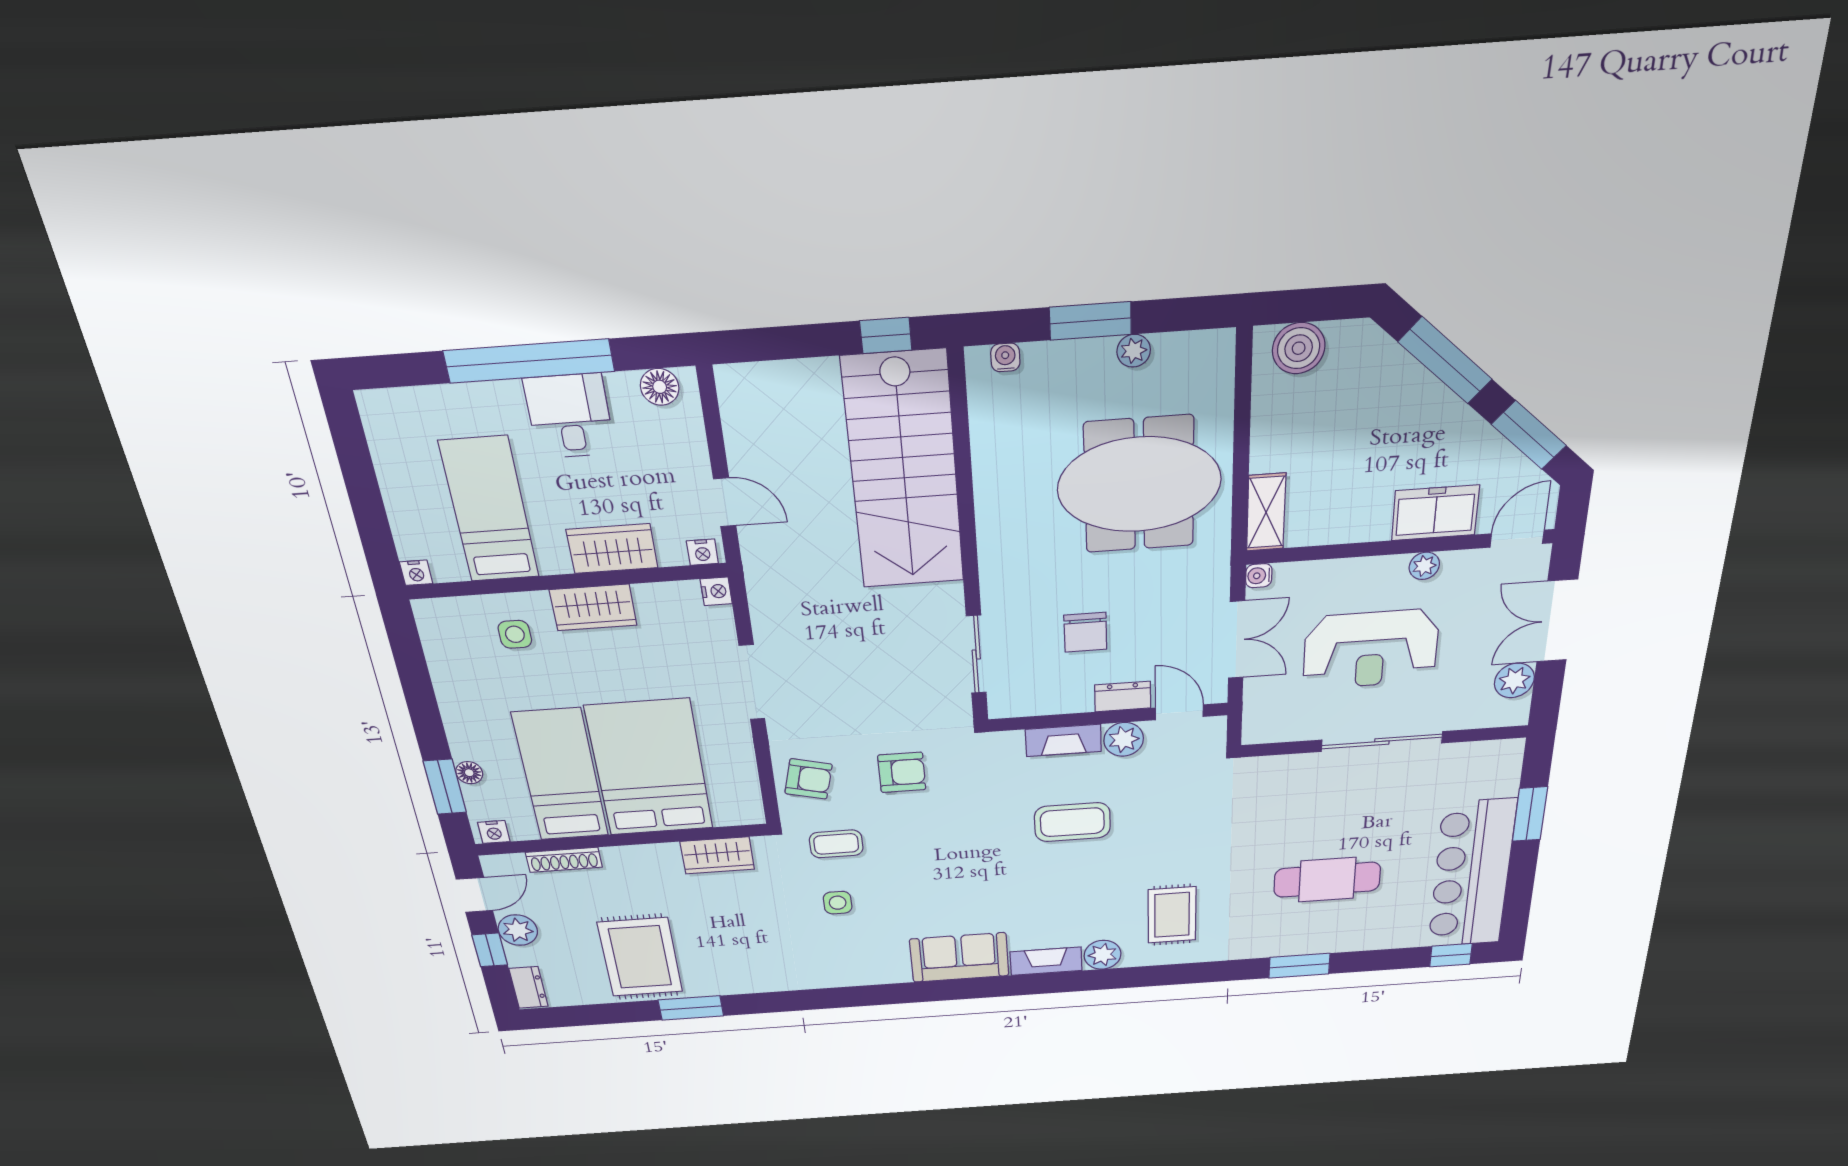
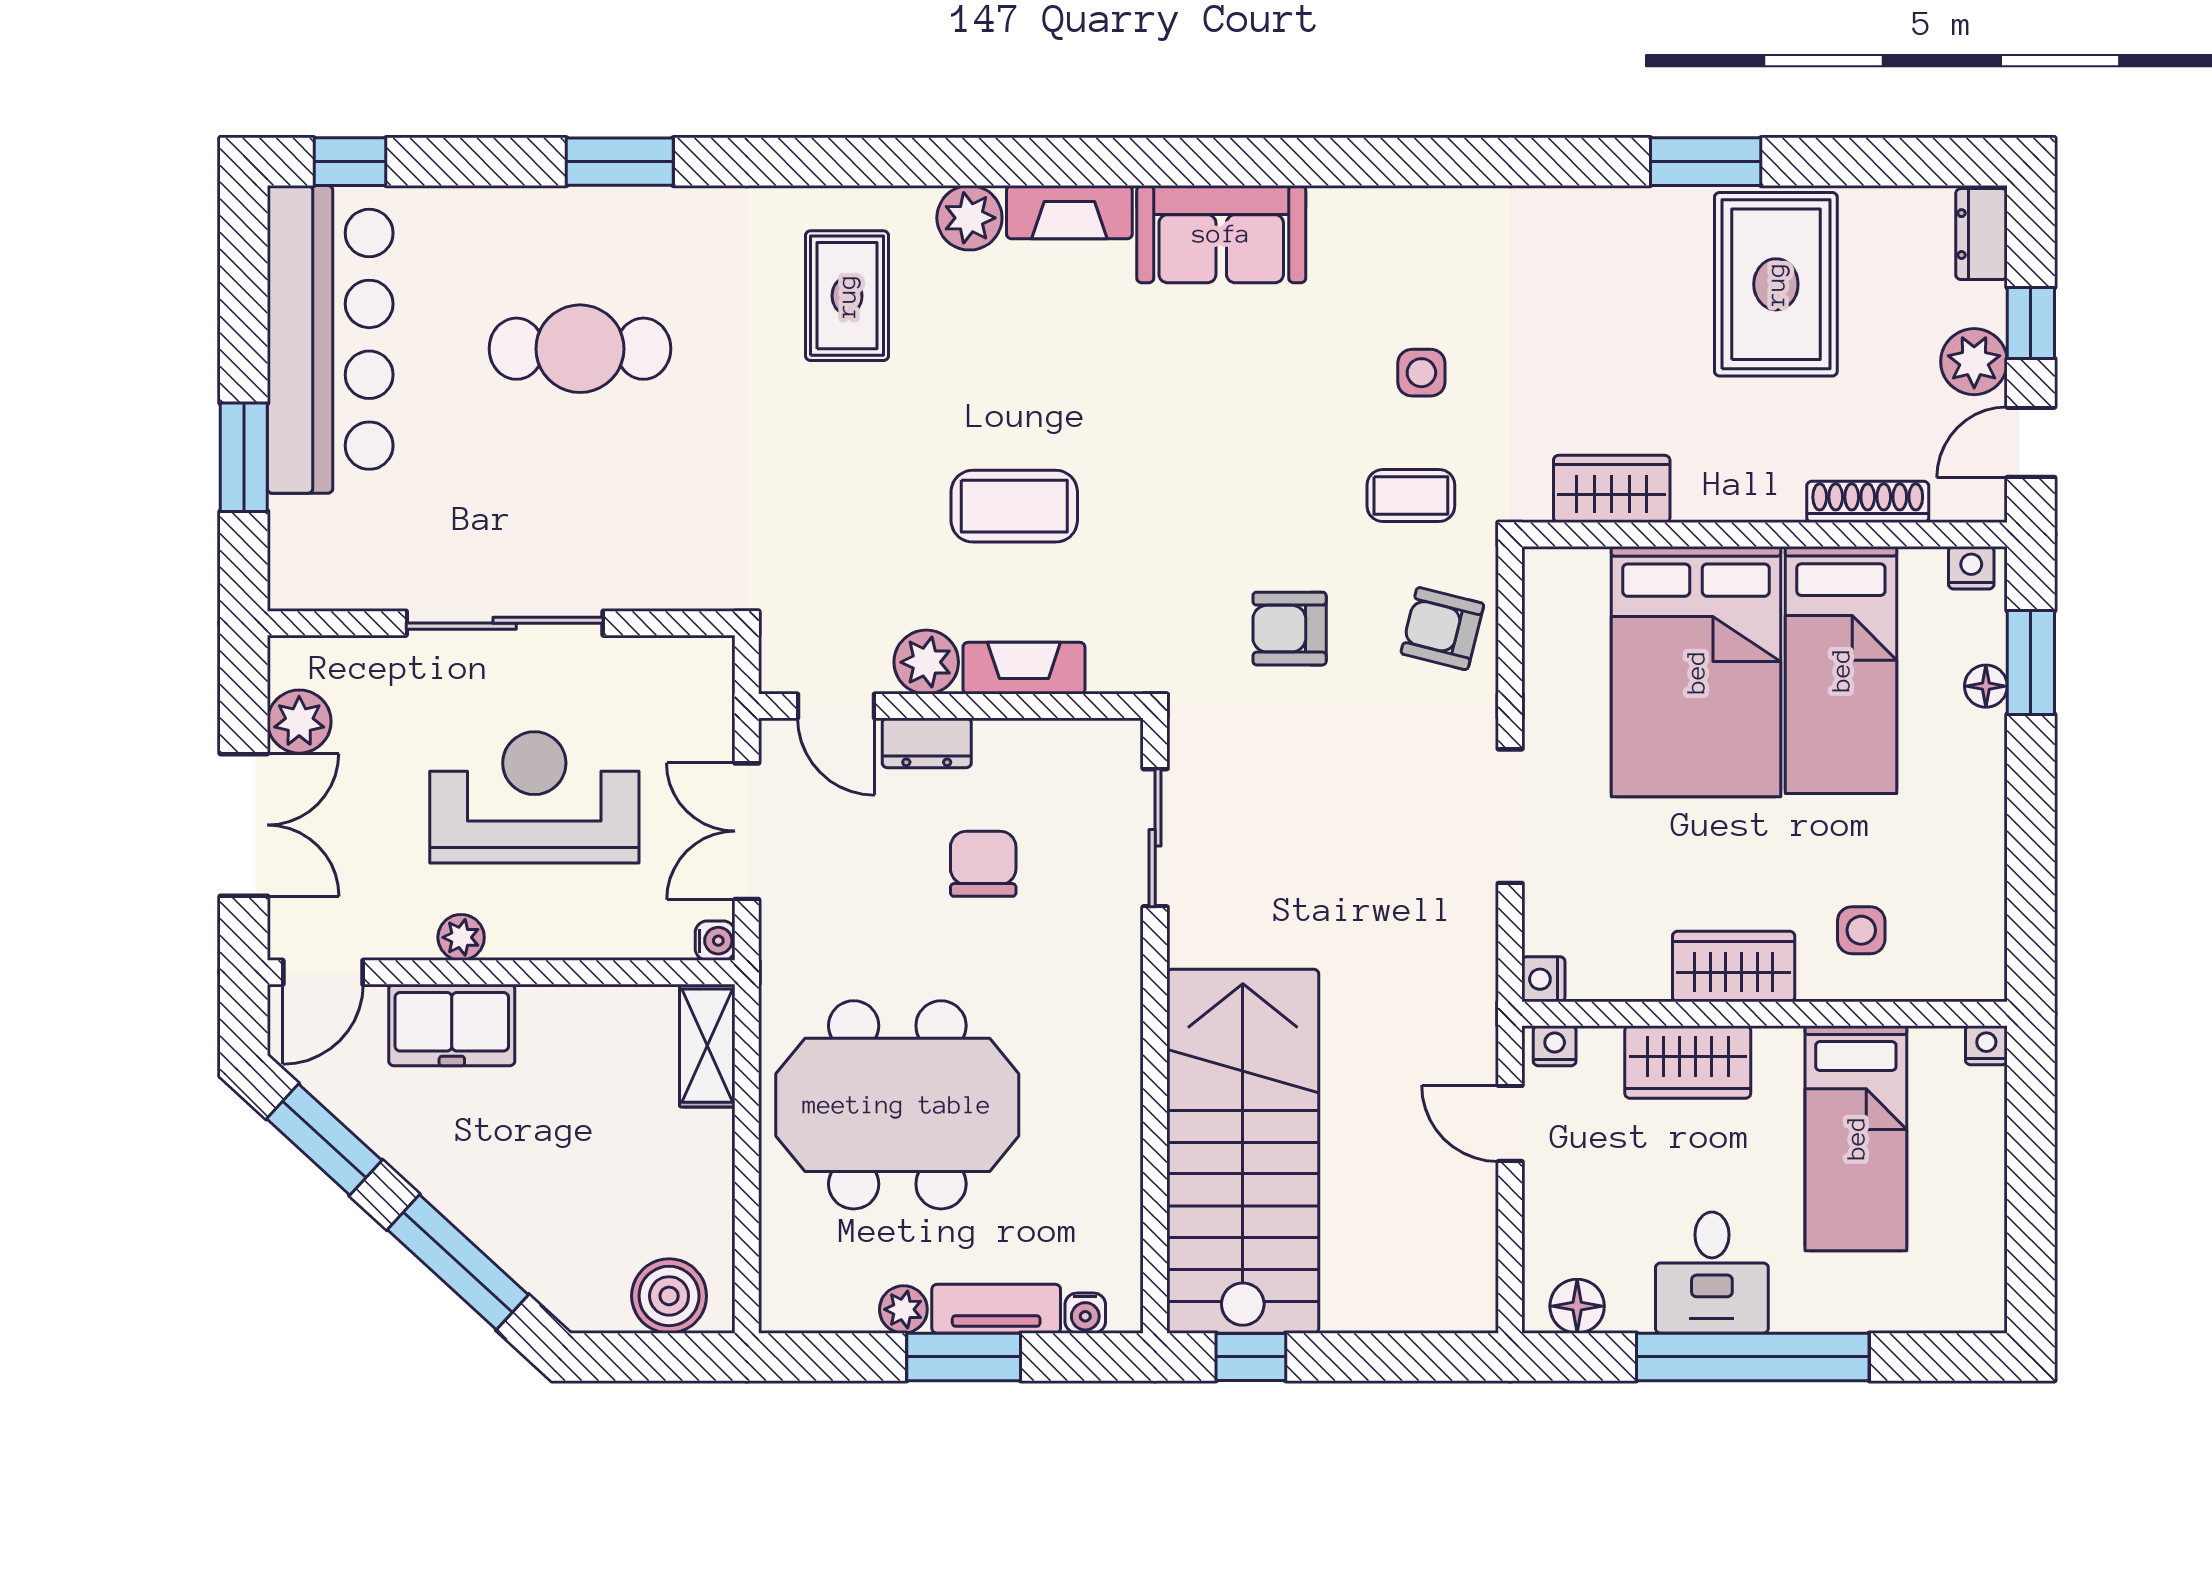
tv unit: (1068, 356) -> (996, 1309), added

